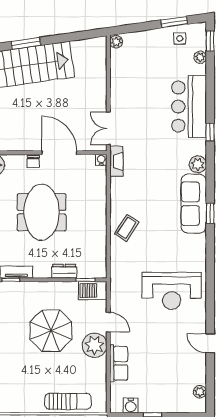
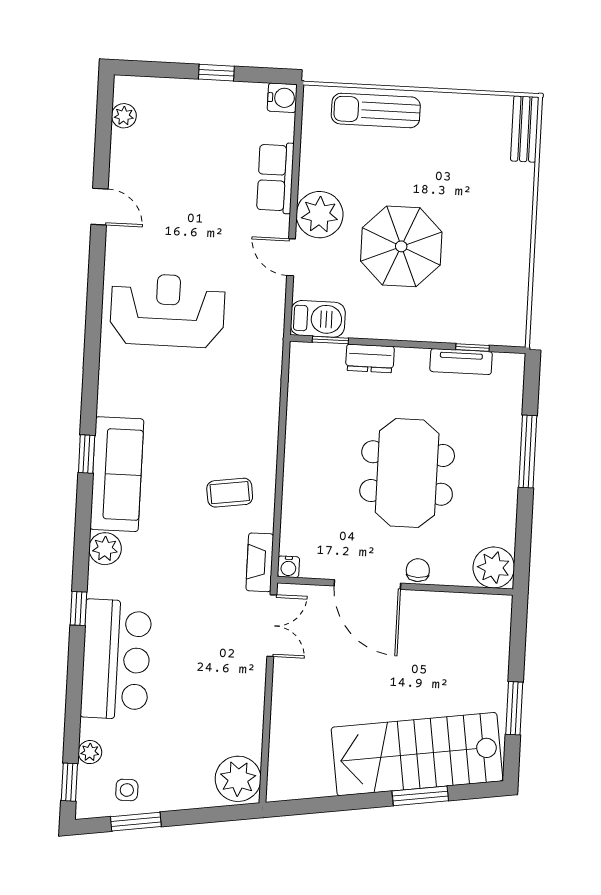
plant: (116, 42) -> (238, 779), width x1.87, depth x1.87
coffee table: (127, 228) -> (230, 493), moved, turned 49
water cooler: (131, 405) -> (282, 98), moved, turned 90

